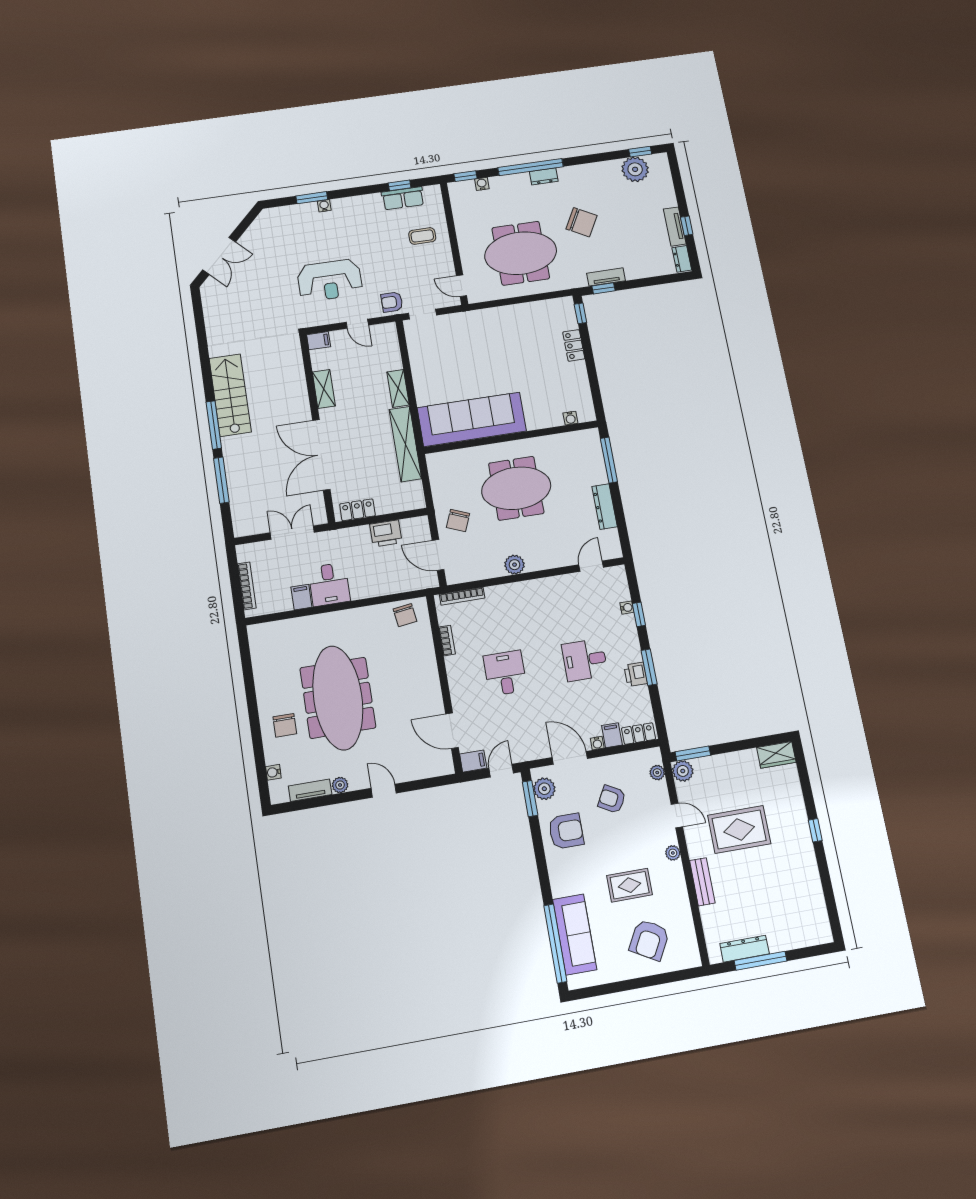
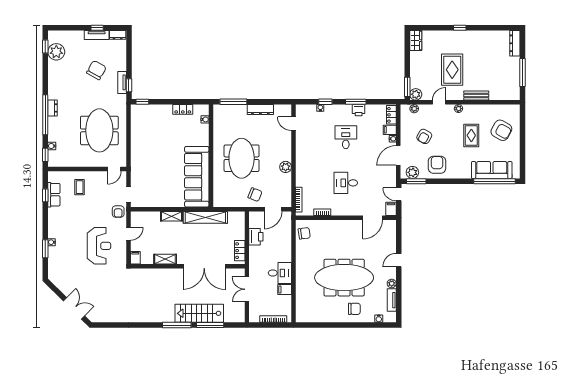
chair: (582, 222) -> (96, 70), moved
locker: (574, 345) -> (183, 109), moved
stairs: (230, 395) -> (199, 313), moved
desk: (585, 660) -> (346, 137), turned 180
dresser: (745, 949) -> (515, 43), moved

